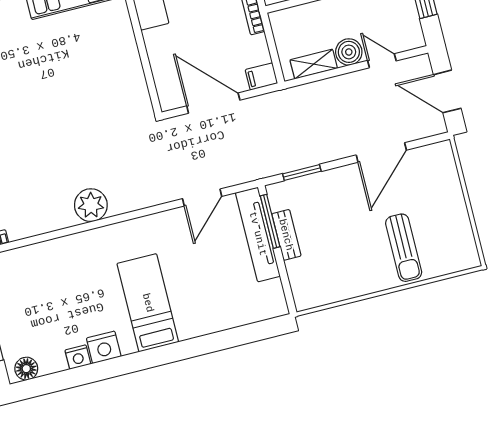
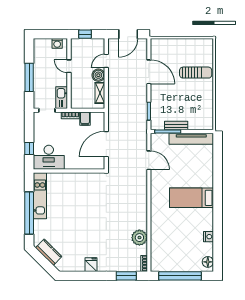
filing cabinet: (261, 76) -> (85, 119), moved
plant: (91, 205) -> (139, 238), moved
tv unit: (258, 234) -> (191, 139), moved
nightstand: (104, 347) -> (207, 223), removed

